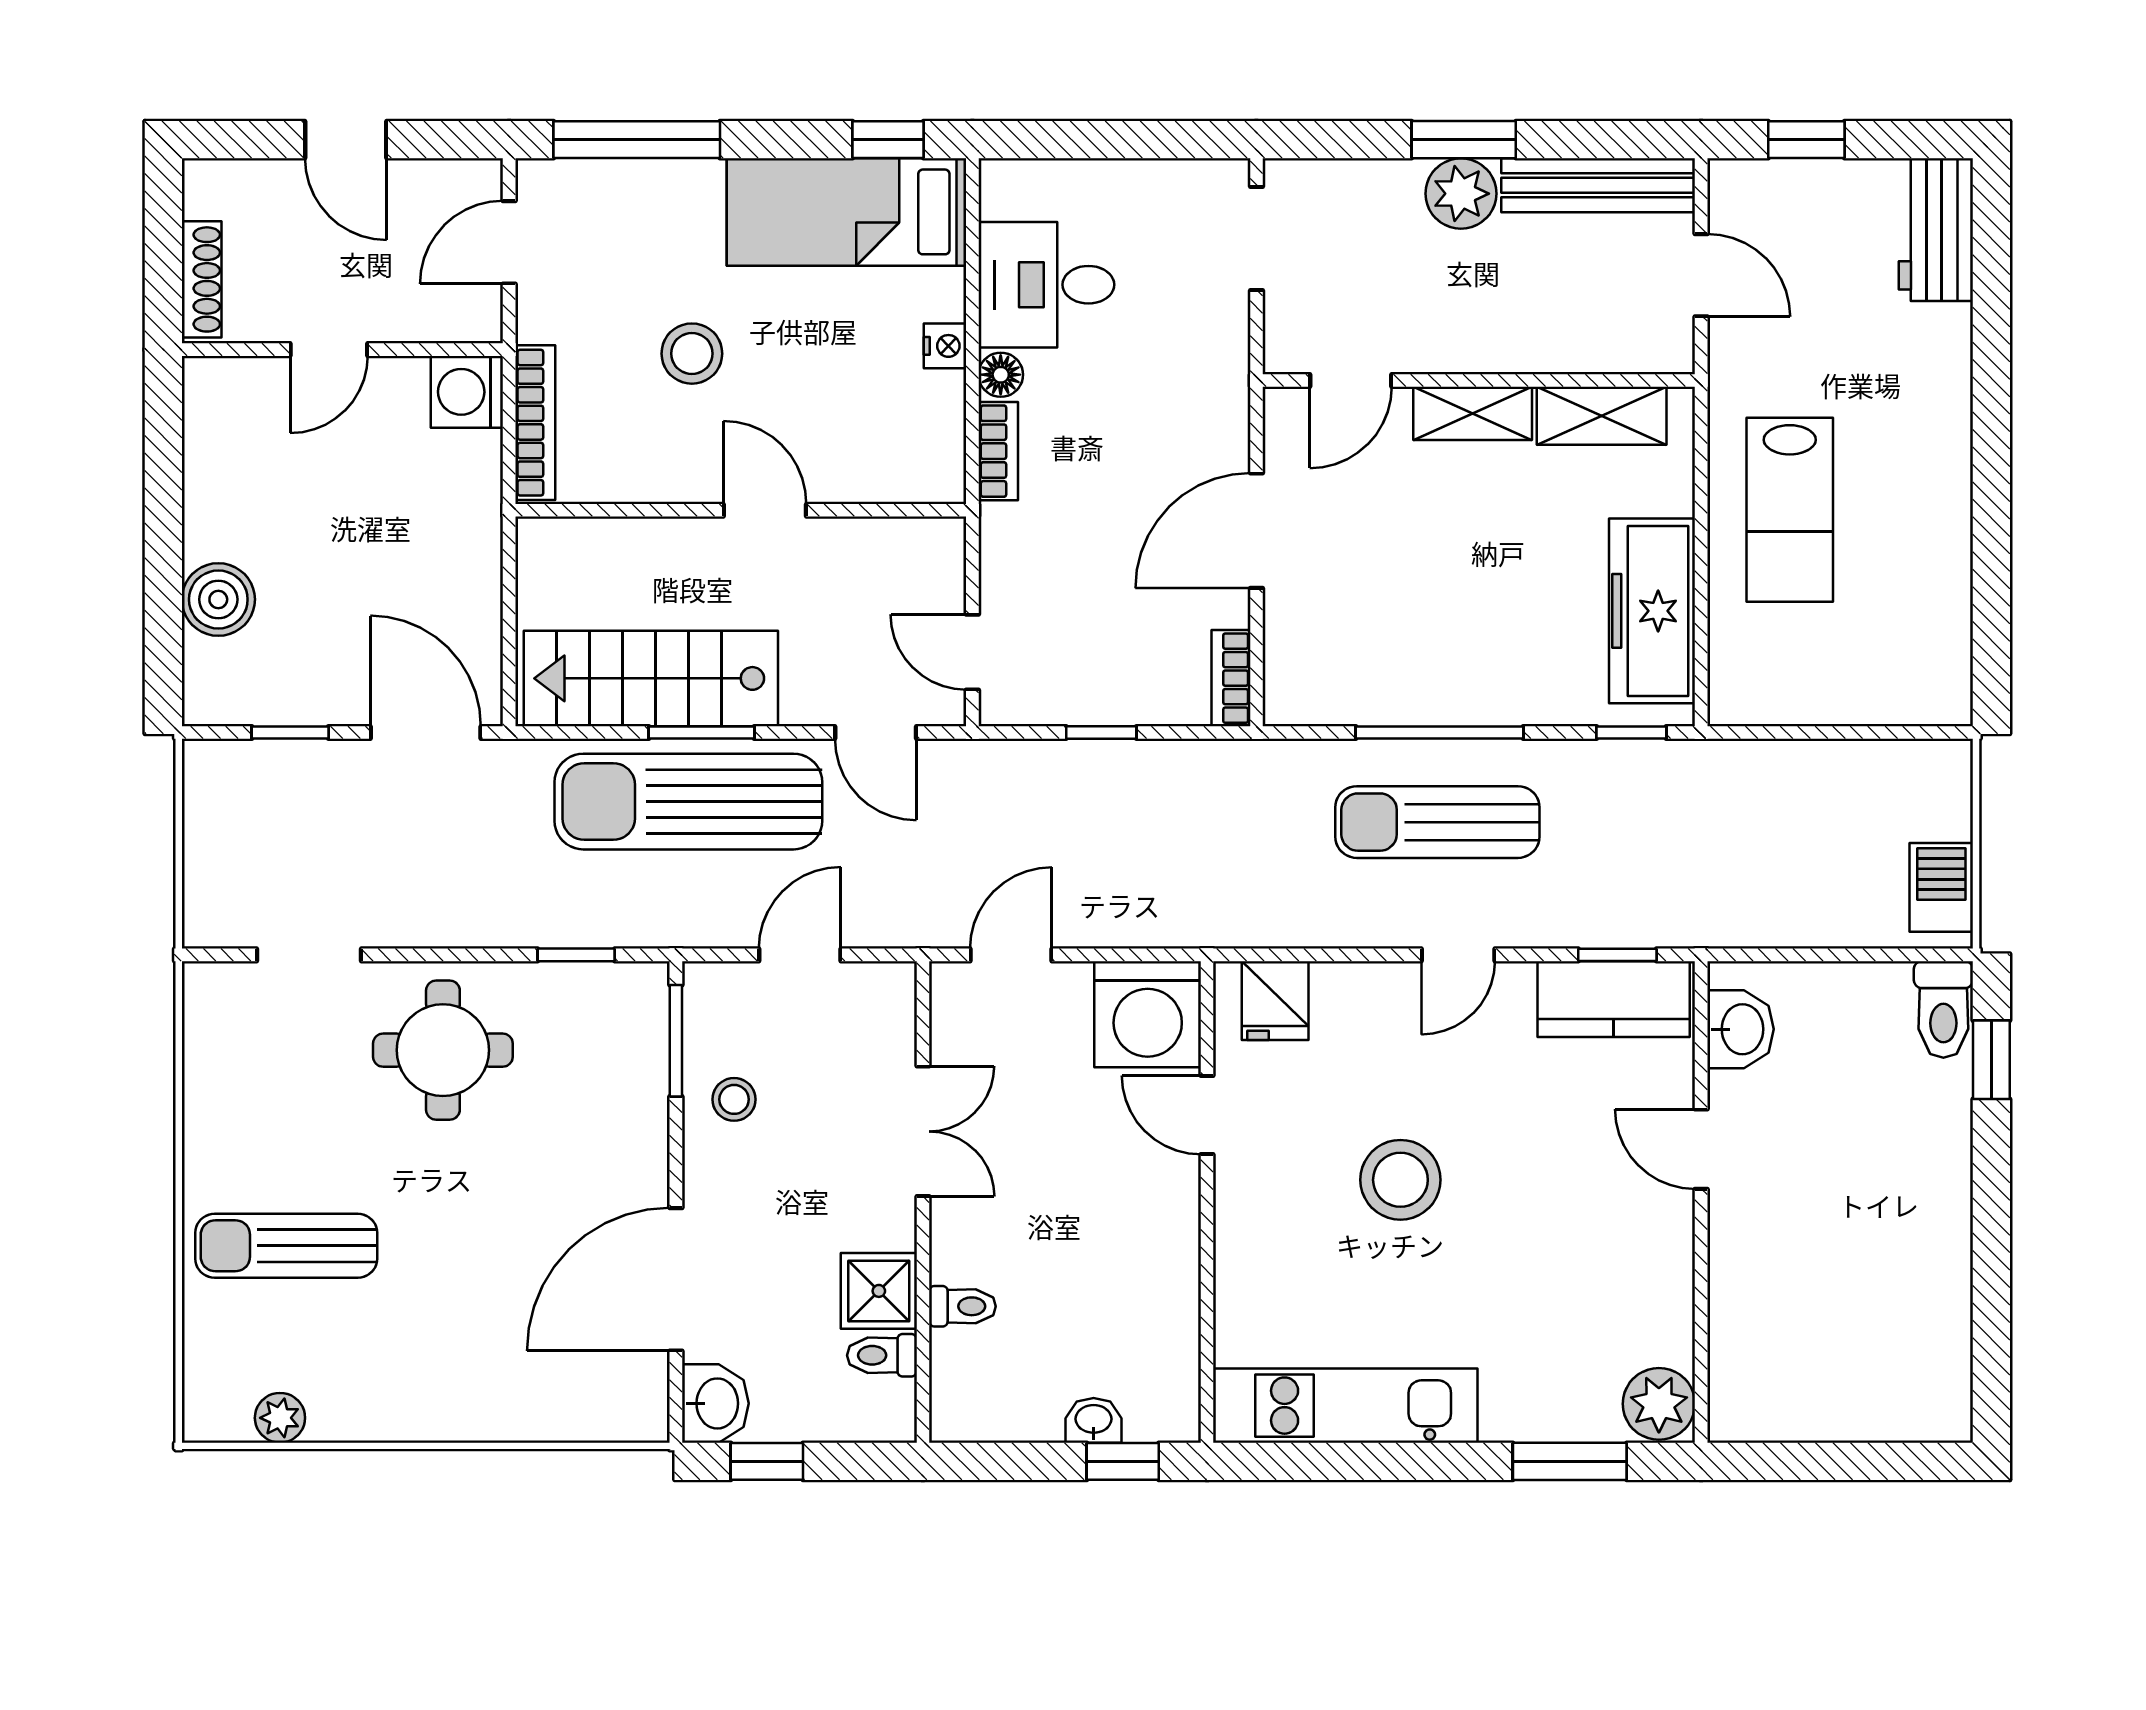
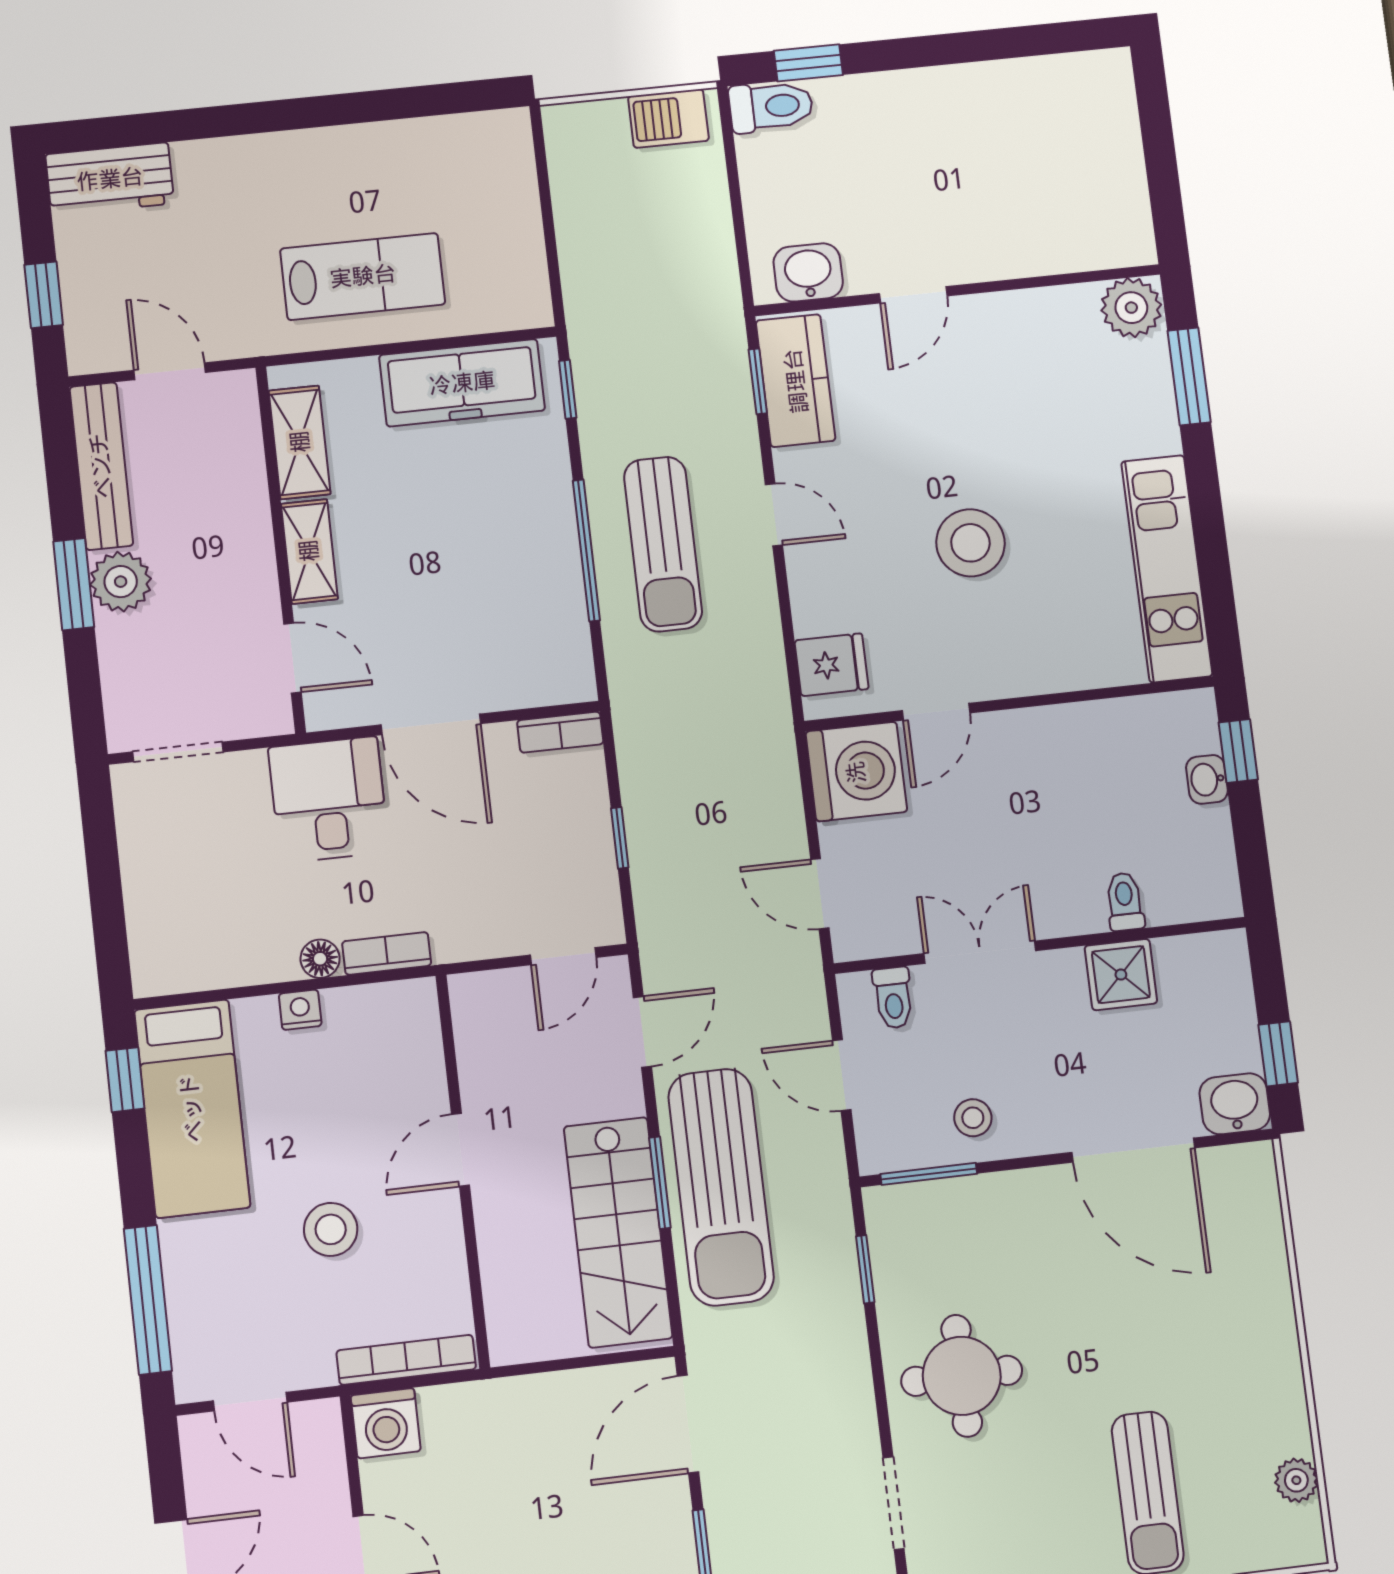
door: (1701, 275) -> (170, 371), hinge flipped
desk: (1046, 285) -> (329, 800), moved, turned 180
toilet: (882, 1355) -> (893, 998), moved

